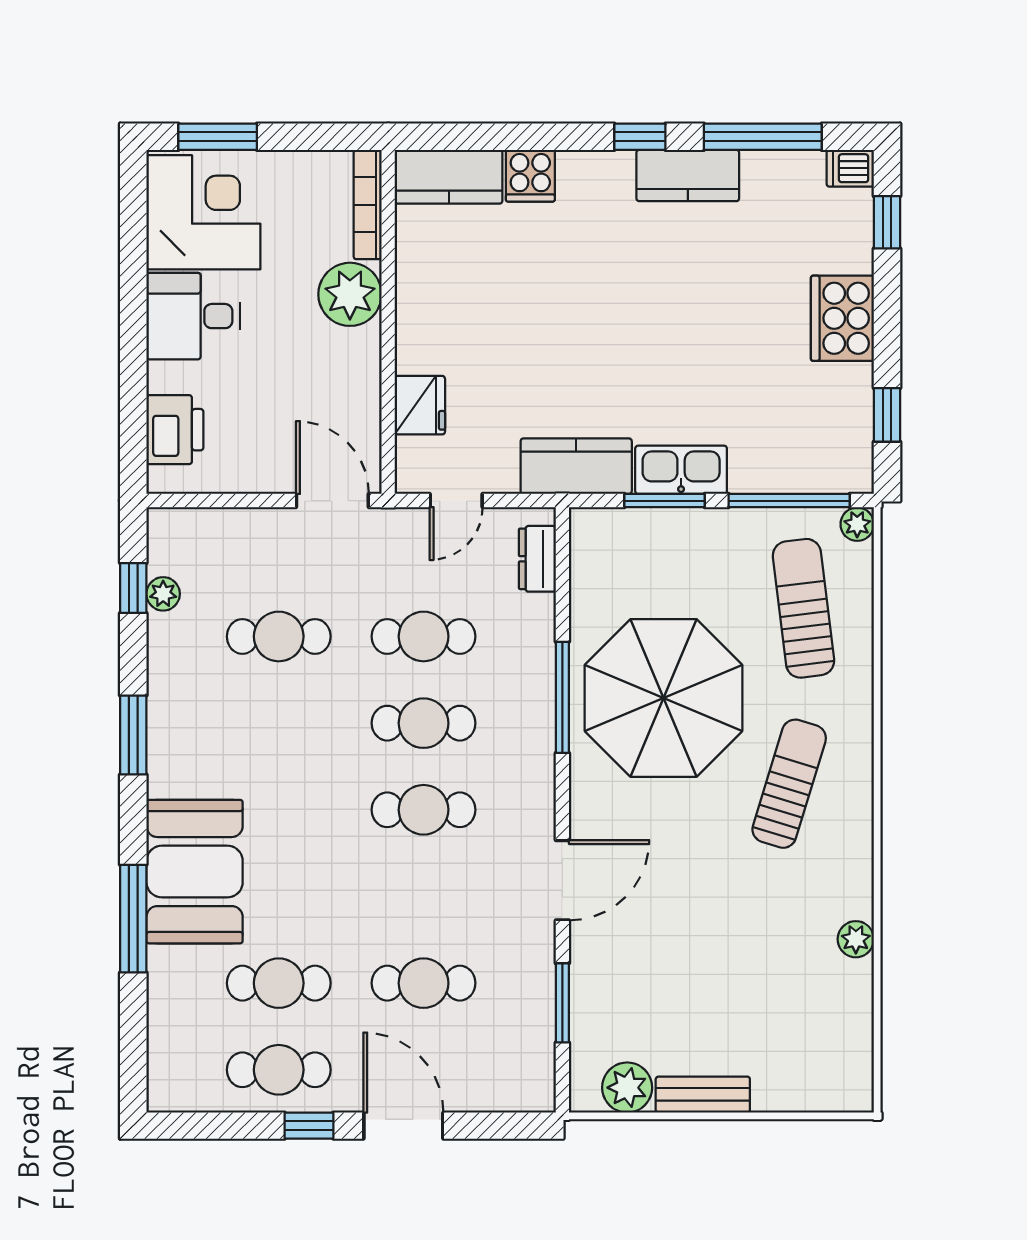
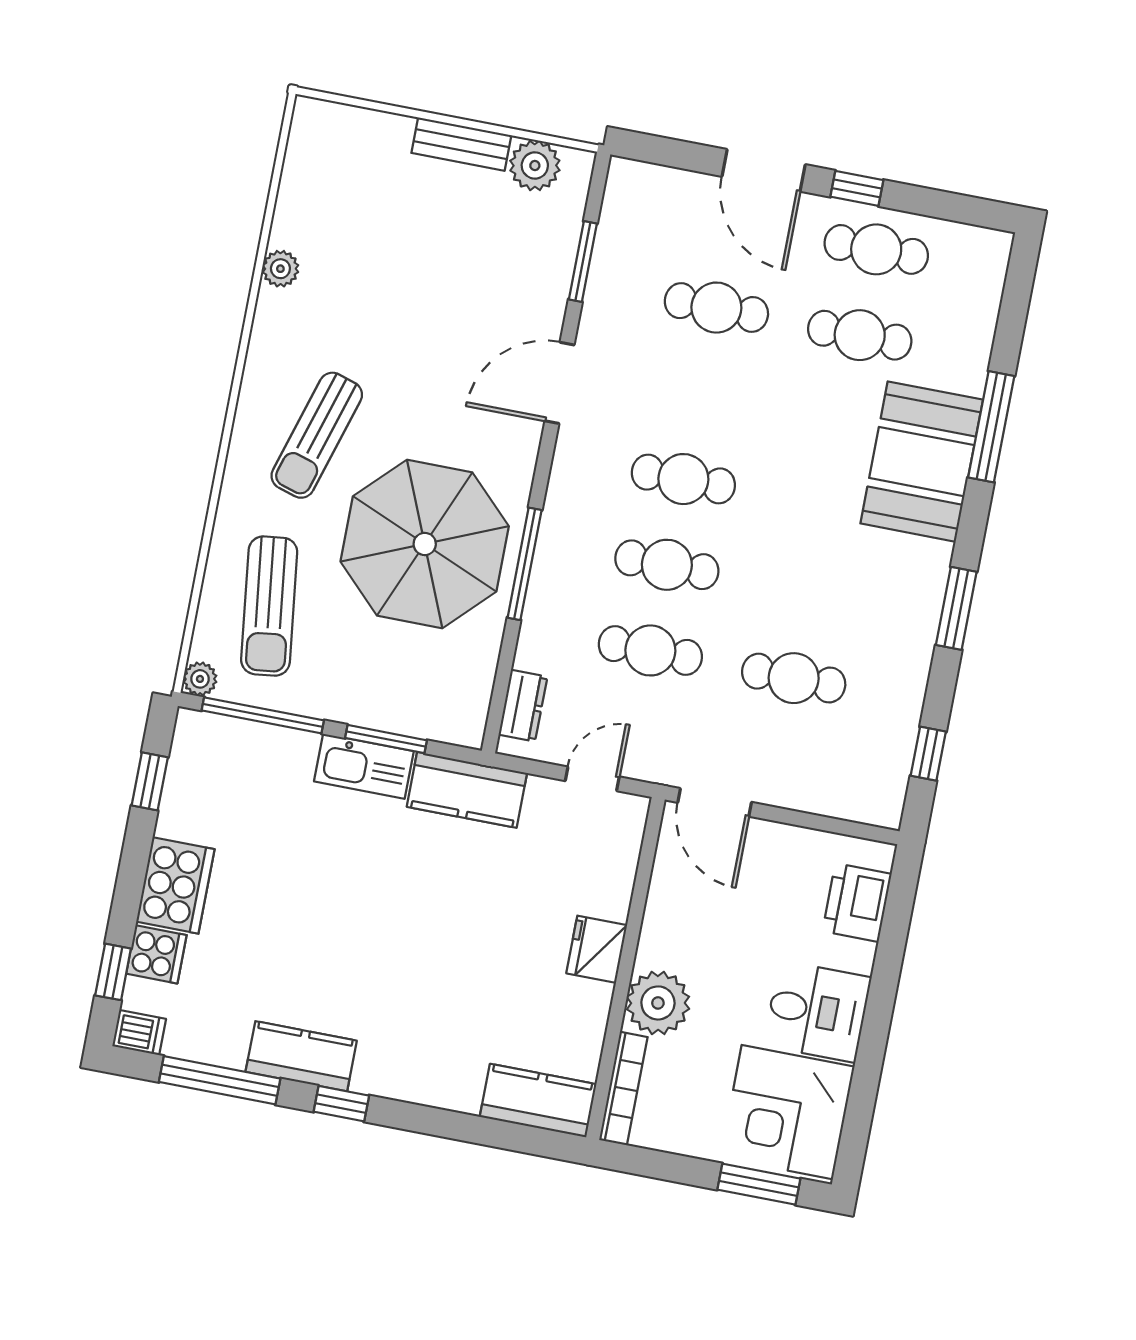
cooker: (530, 176) -> (156, 954), moved, turned 90
fridge: (420, 405) -> (597, 949), moved
plant: (163, 594) -> (900, 742), removed

